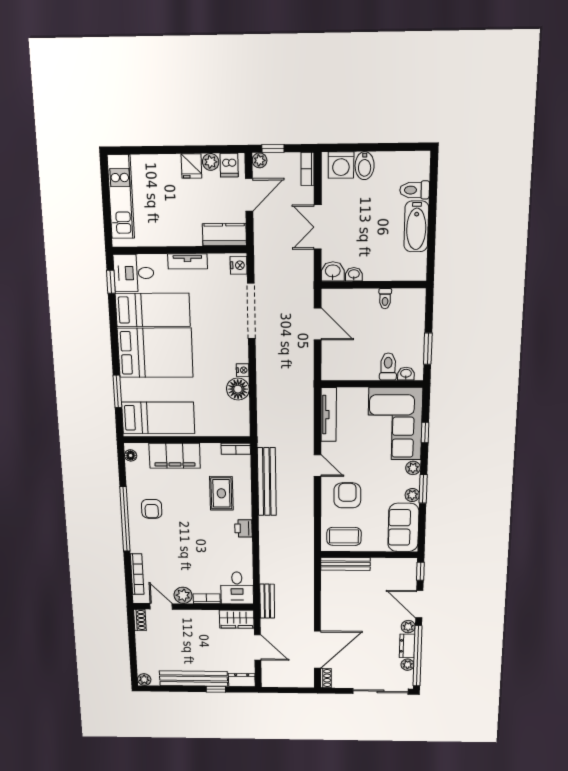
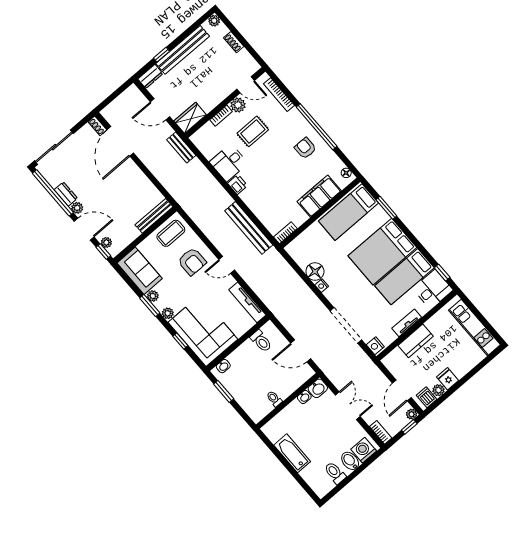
toilet: (415, 190) -> (335, 473), moved, turned -90
kitchen counter: (224, 235) -> (416, 341), moved
toilet: (388, 367) -> (261, 341), moved
rug: (221, 493) -> (253, 131), moved, turned 90
desk: (237, 588) -> (229, 163), moved, turned -90
shoe rack: (140, 620) -> (234, 42), moved
plant: (408, 665) -> (106, 242), moved

